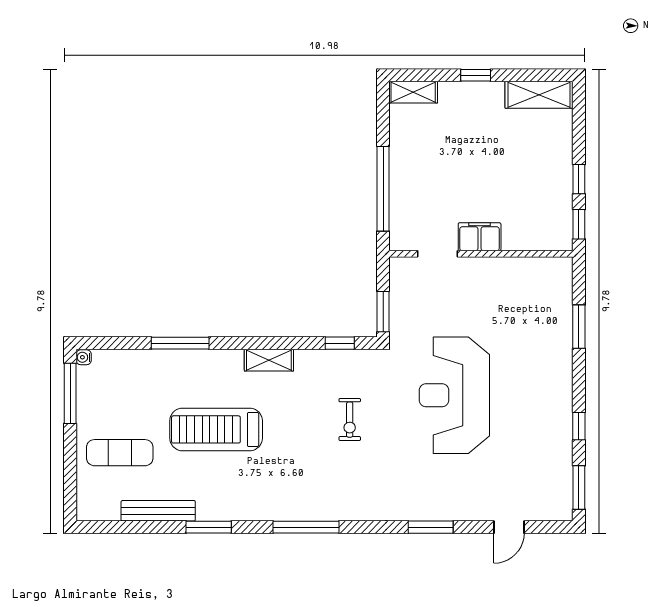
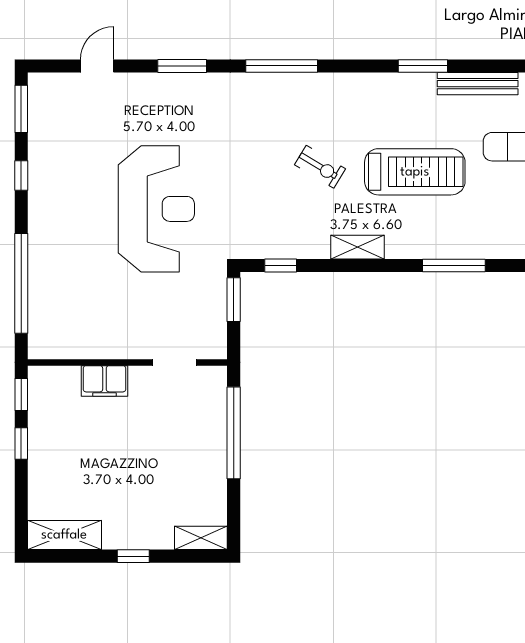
filing cabinet: (480, 237) -> (104, 381), moved
window: (579, 327) -> (21, 283), width x2.11
exercise bike: (350, 420) -> (320, 167), moved, turned 121
window: (306, 527) -> (282, 66), moved

